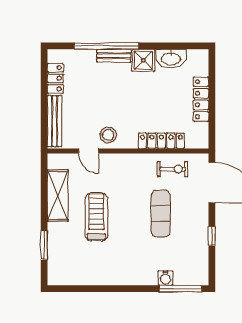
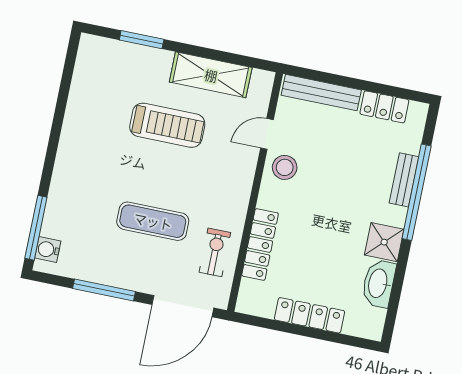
bench: (114, 56) -> (404, 180), moved
exercise bike: (173, 169) -> (215, 252), turned 180
window: (212, 236) -> (104, 290), width x2.17
water cooler: (165, 278) -> (48, 250), moved

